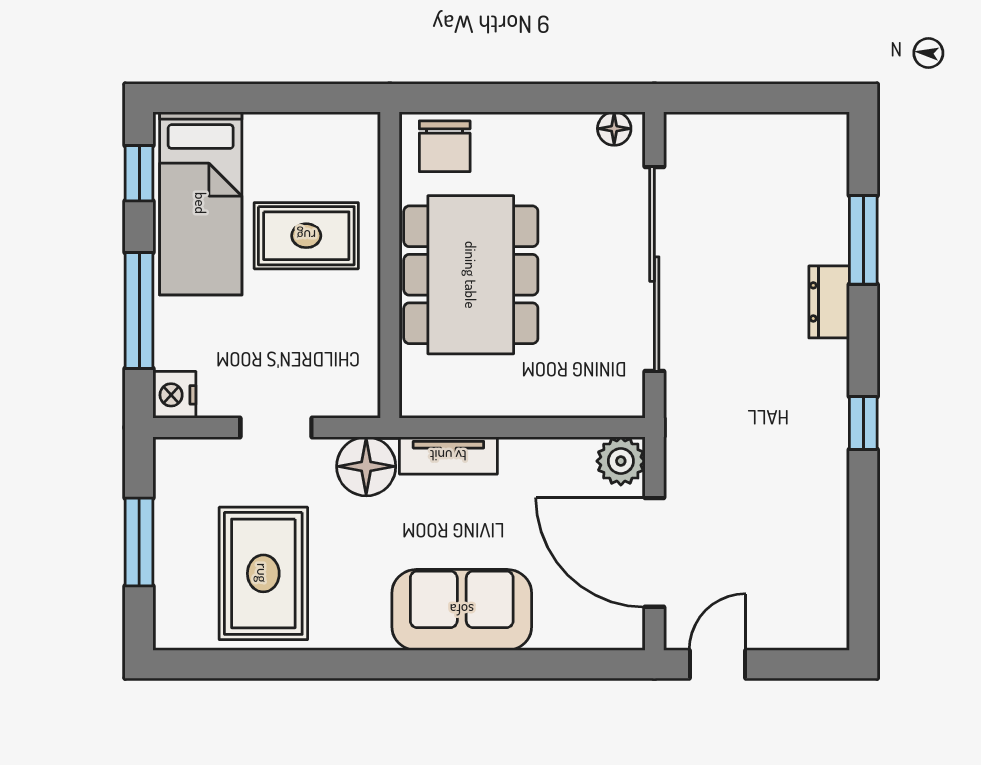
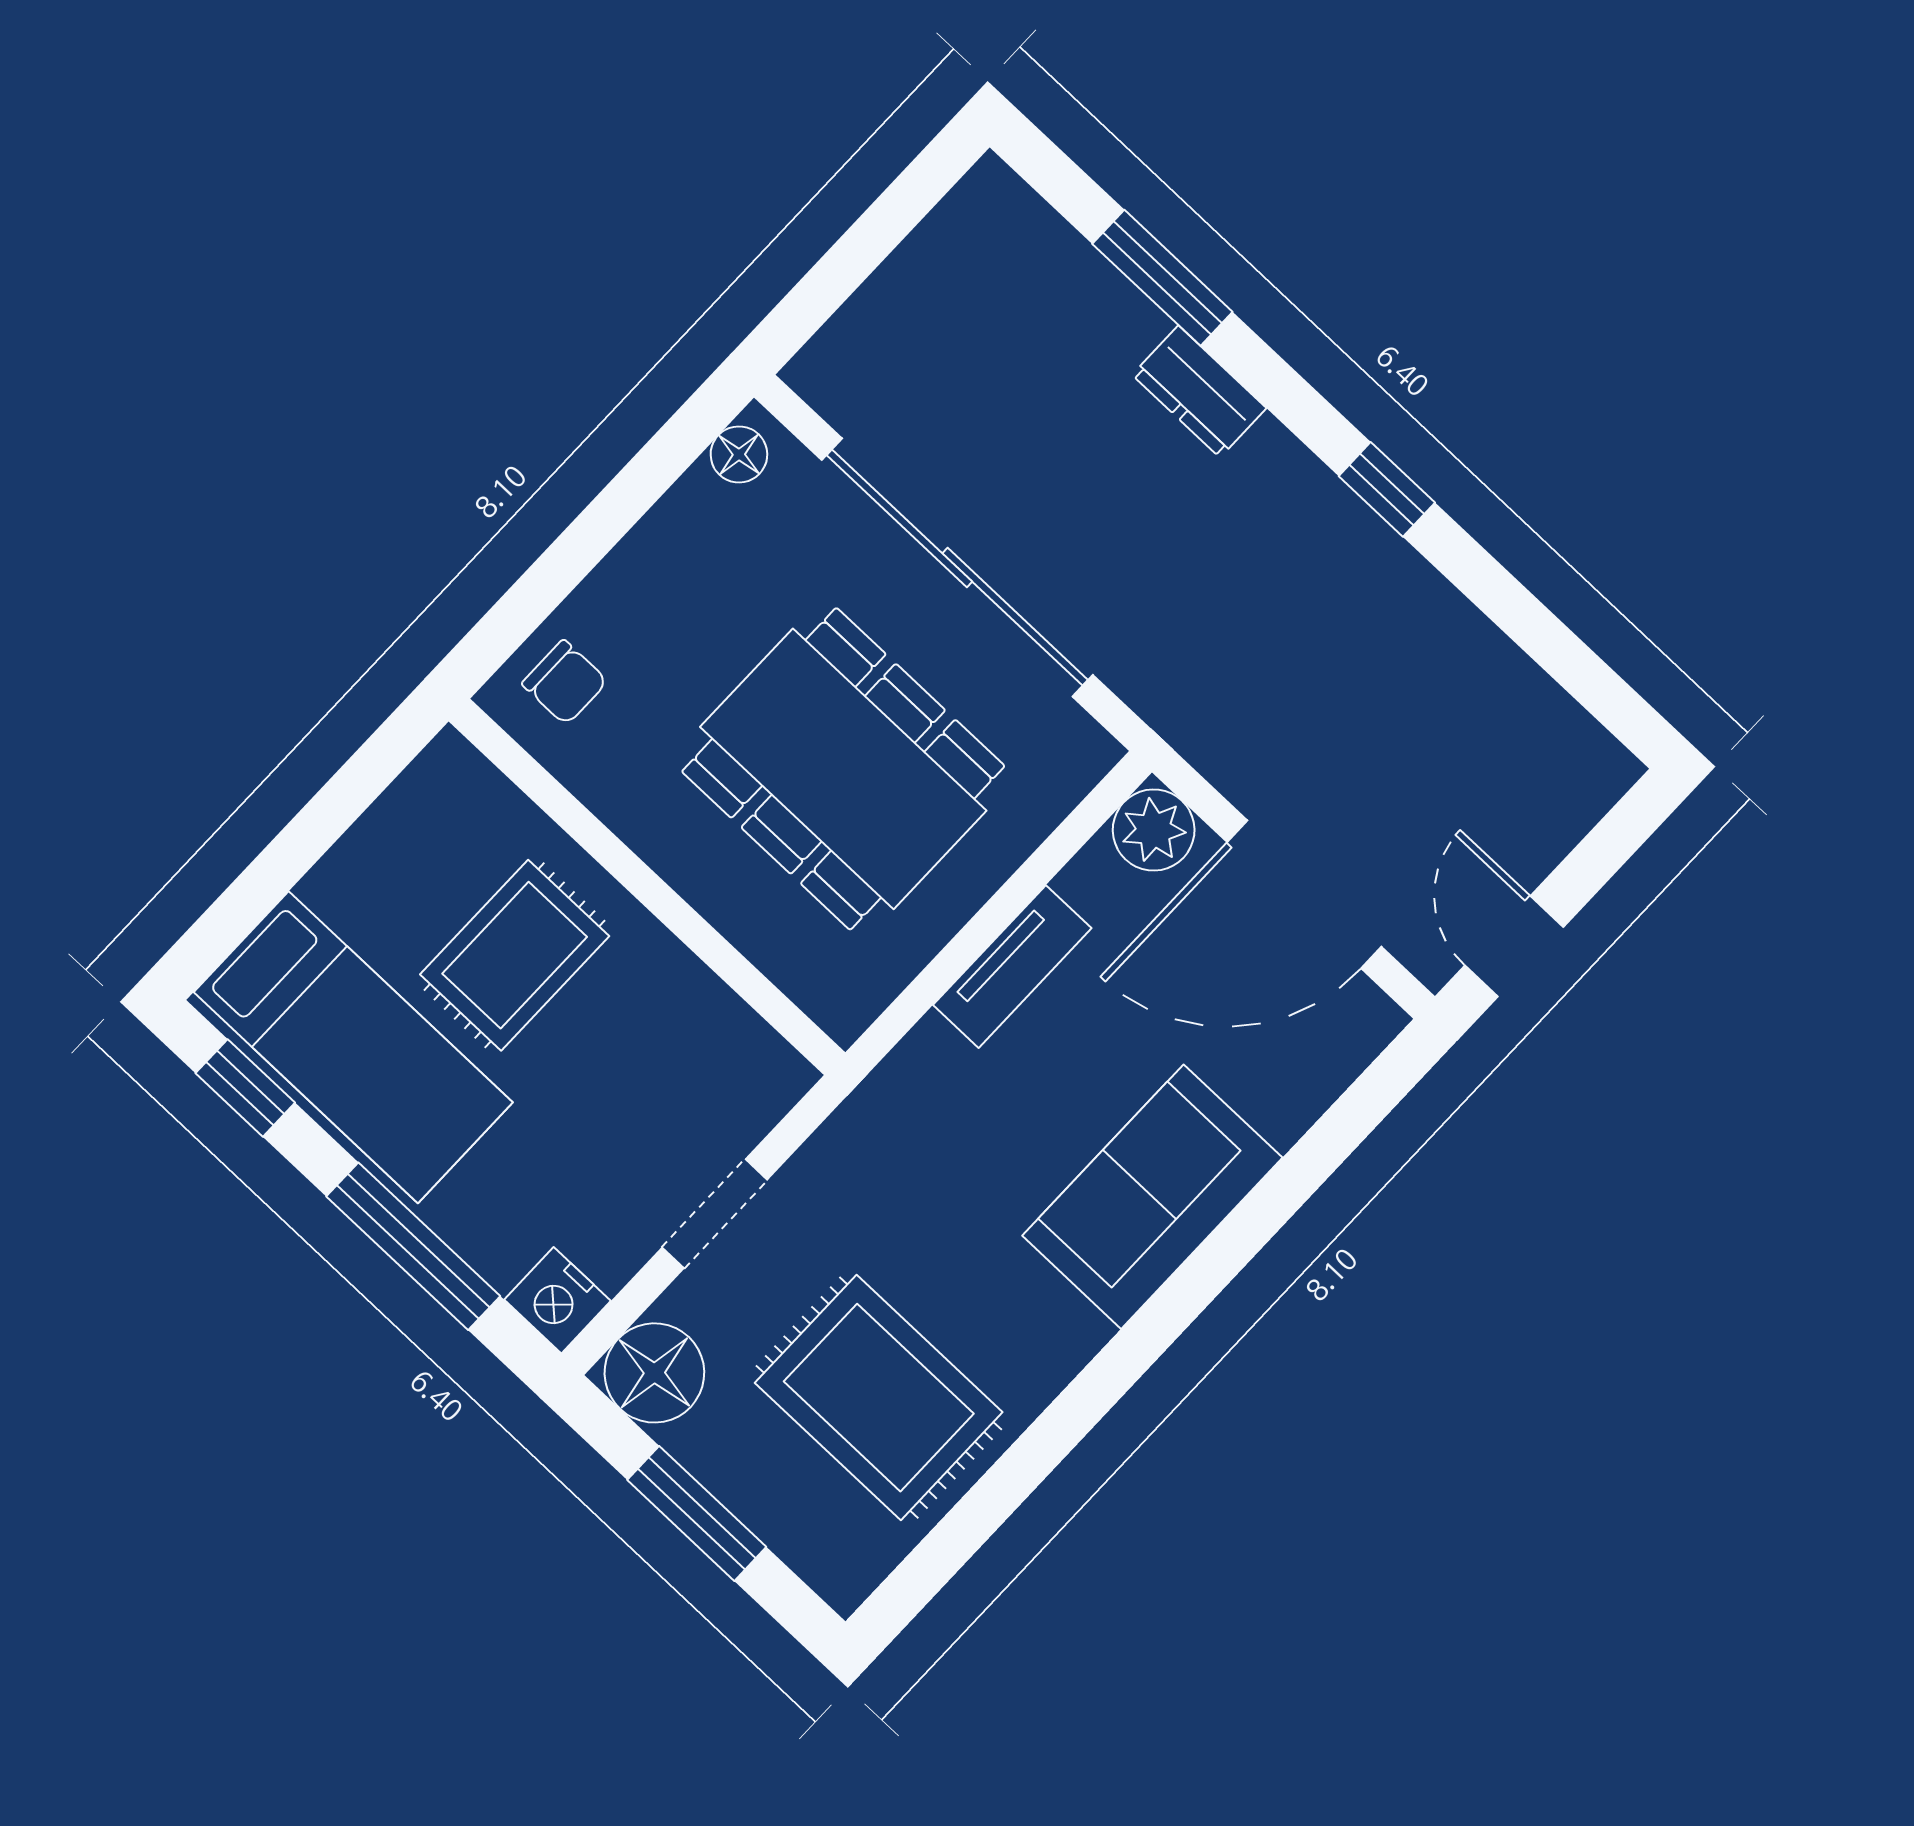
chair: (445, 146) -> (565, 682), width x0.73, depth x0.73
dining table: (471, 275) -> (843, 769), moved
tv unit: (448, 456) -> (1012, 967), moved
floor lamp: (366, 466) -> (654, 1373), moved

